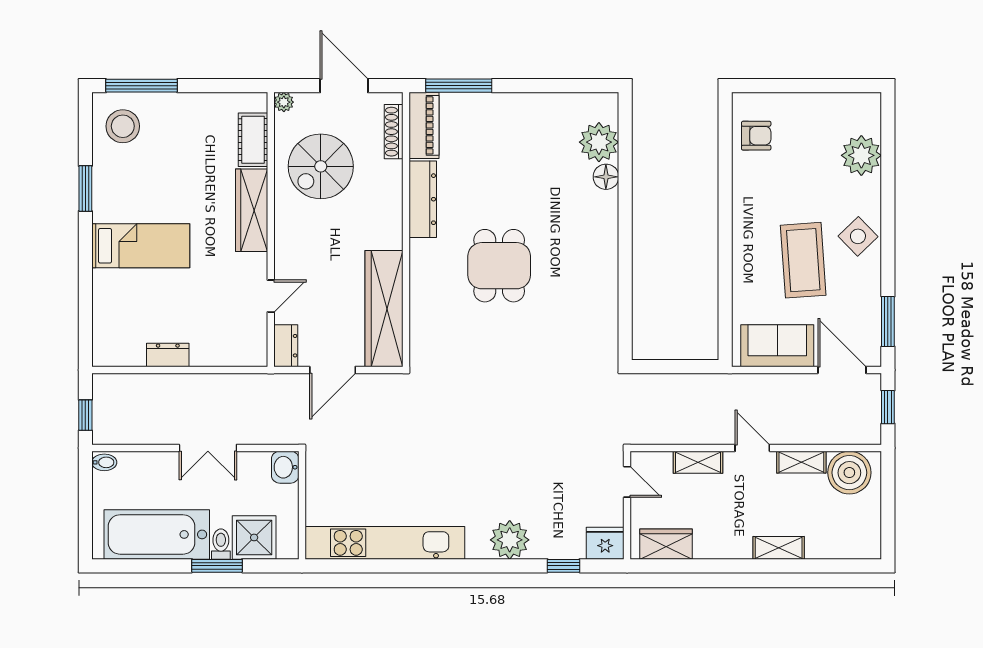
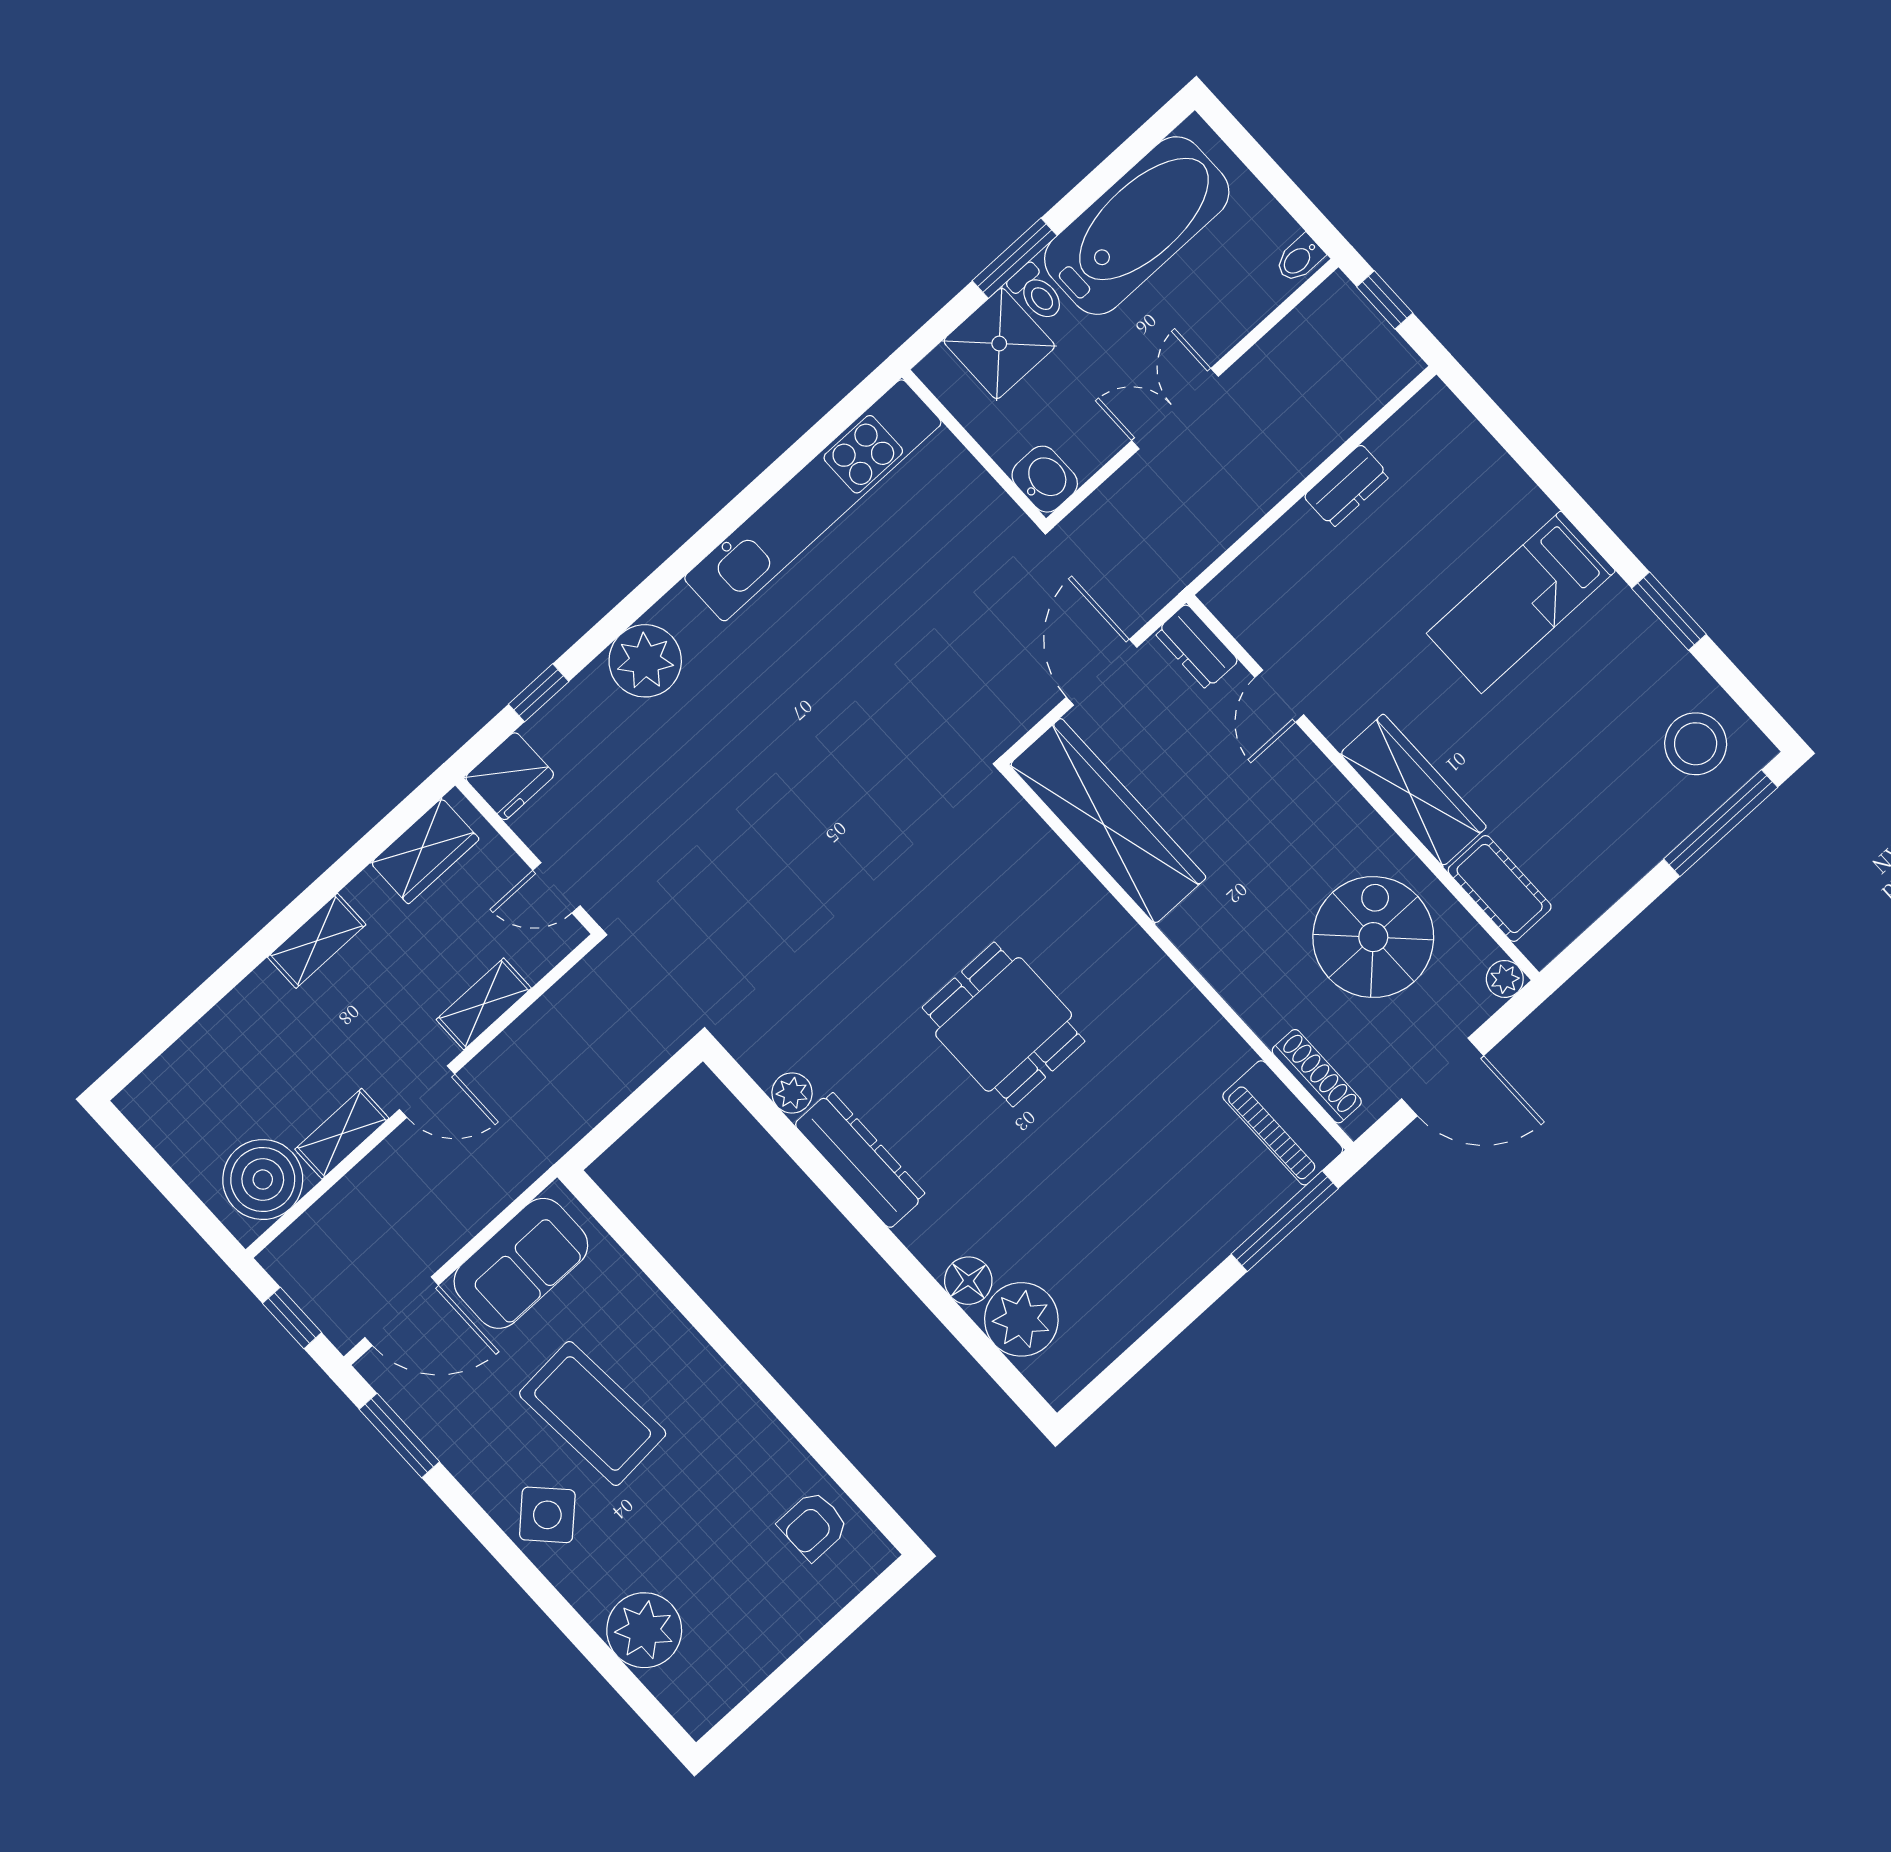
dresser: (423, 199) -> (860, 1160), moved, turned 180
plant: (608, 315) -> (792, 1093), added
shelving: (779, 548) -> (317, 941), moved

